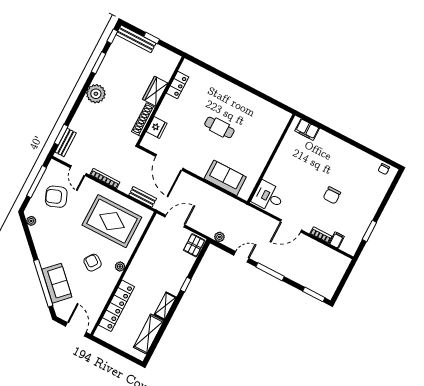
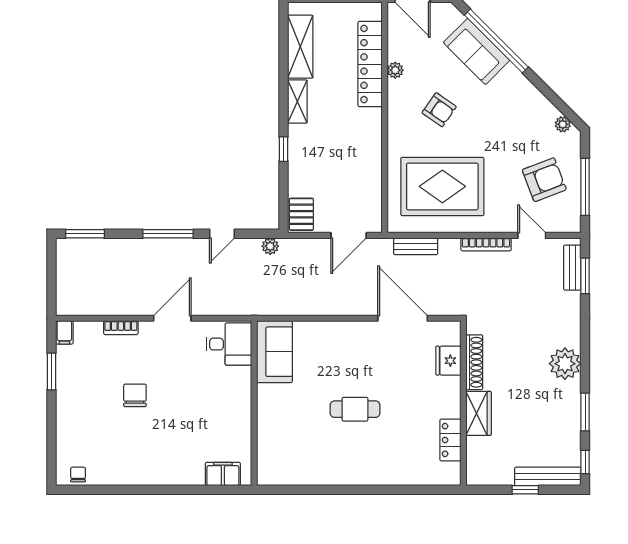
sofa: (225, 178) -> (274, 352), moved, turned -90
filing cabinet: (337, 240) -> (64, 332), moved
plant: (120, 267) -> (395, 70), moved

